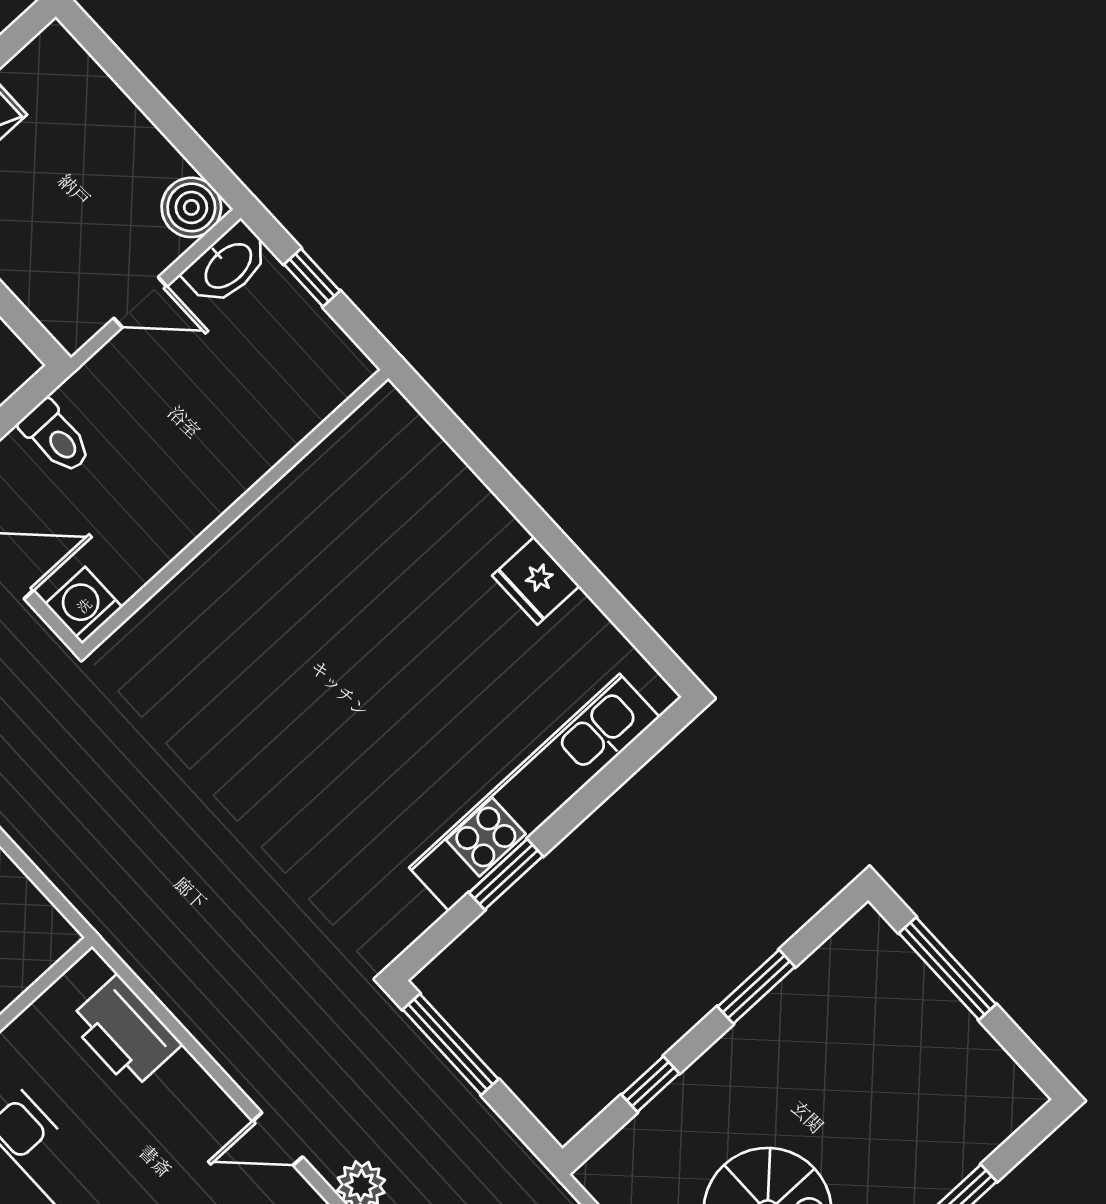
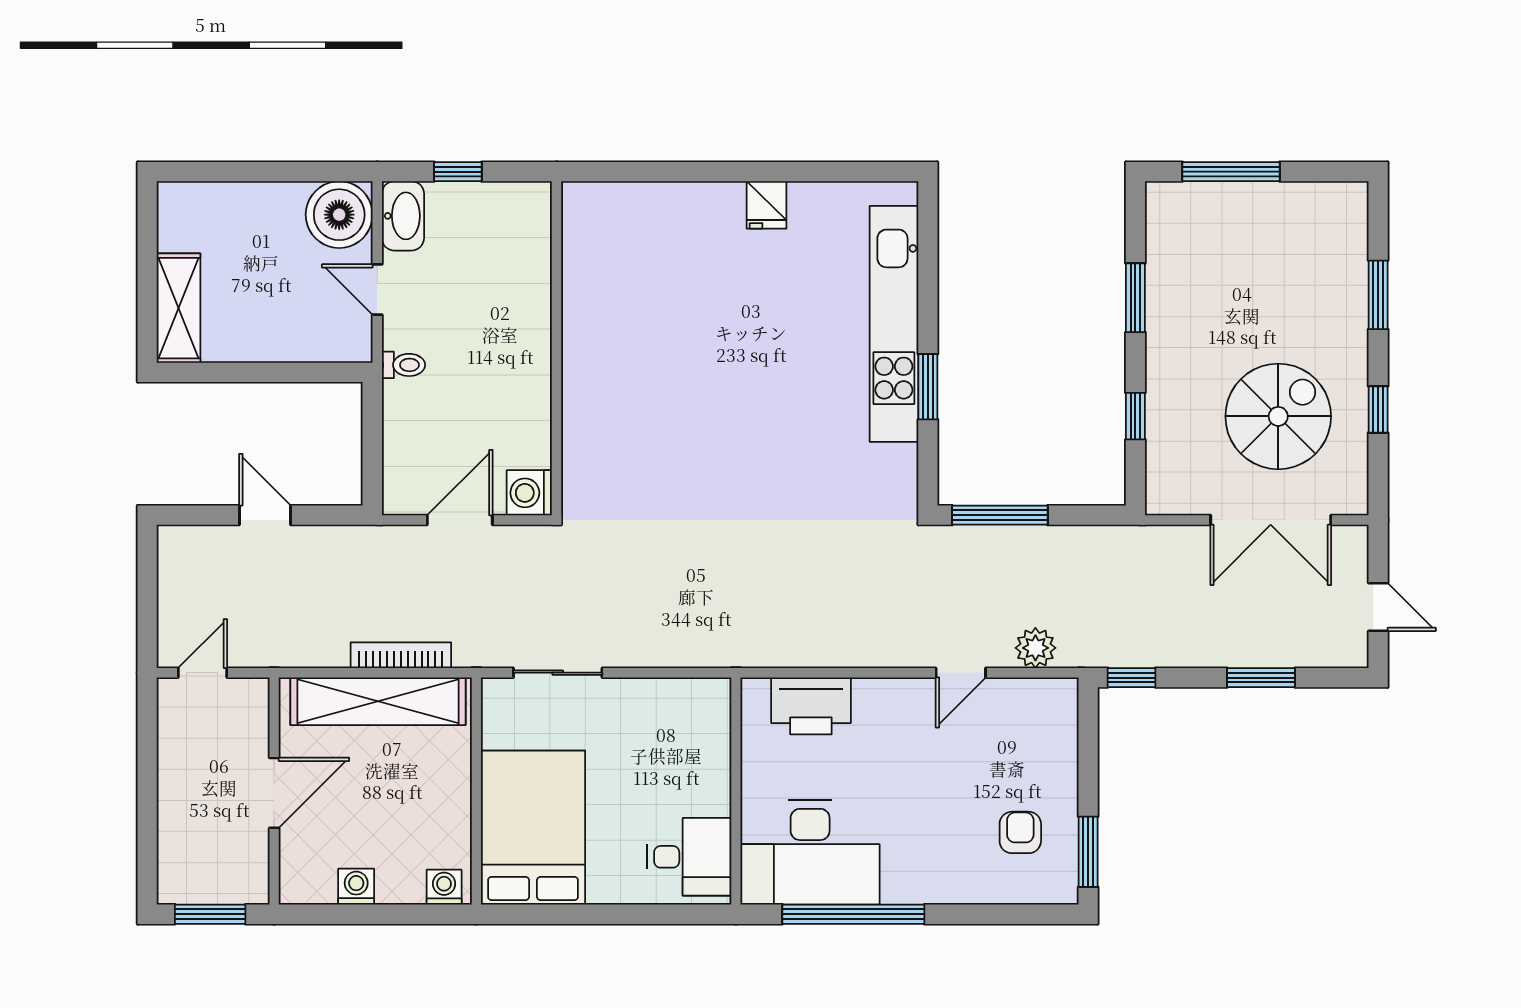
boiler: (191, 207) -> (339, 215), width x1.37, depth x1.37
door: (140, 302) -> (377, 290), swing flipped
toilet: (56, 437) -> (403, 365), moved, width x0.73, depth x0.72
fridge: (536, 581) -> (766, 205), width x0.72

